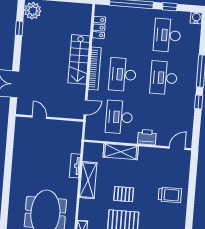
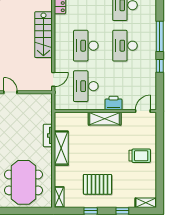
bookcase: (95, 69) -> (59, 42), removed
shelving: (121, 152) -> (105, 119), moved
pallet: (124, 194) -> (96, 159), removed

